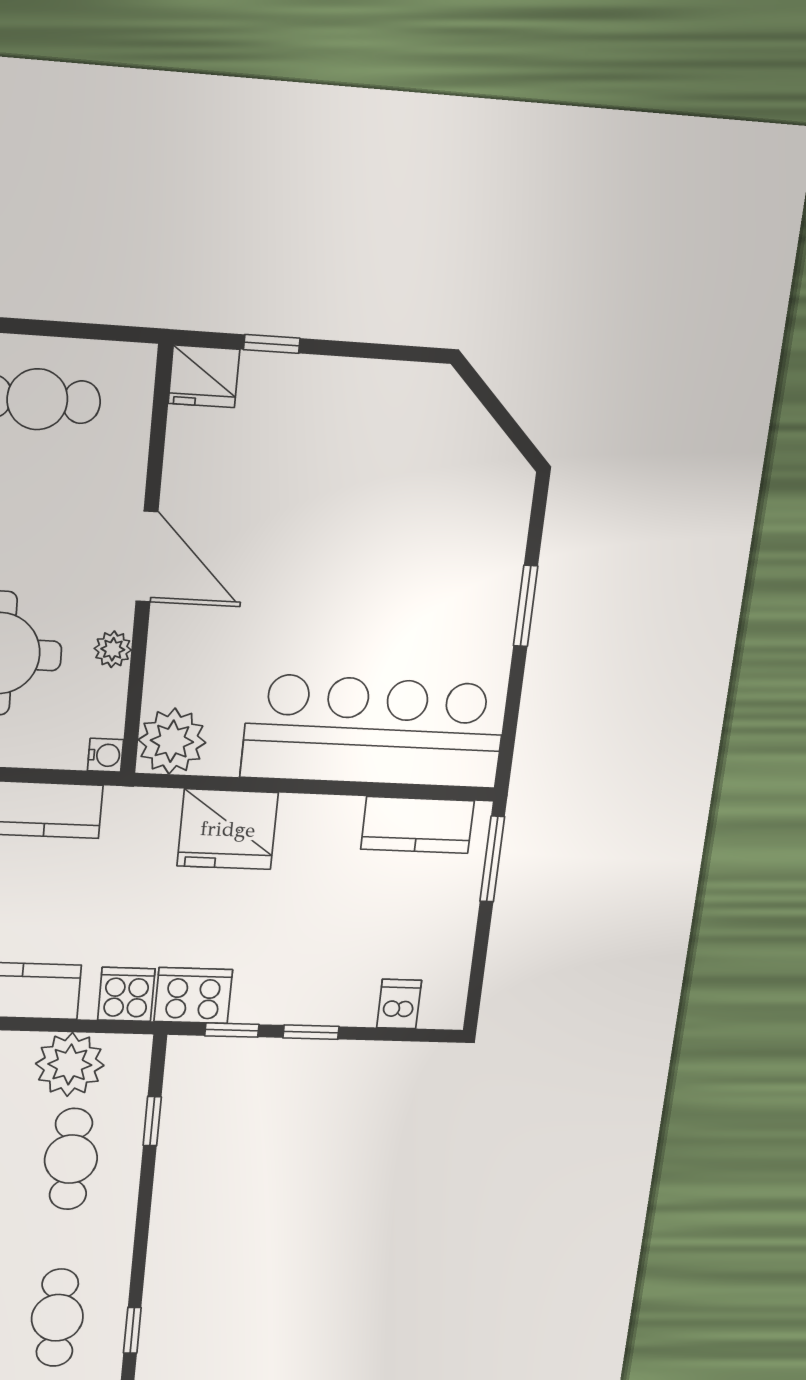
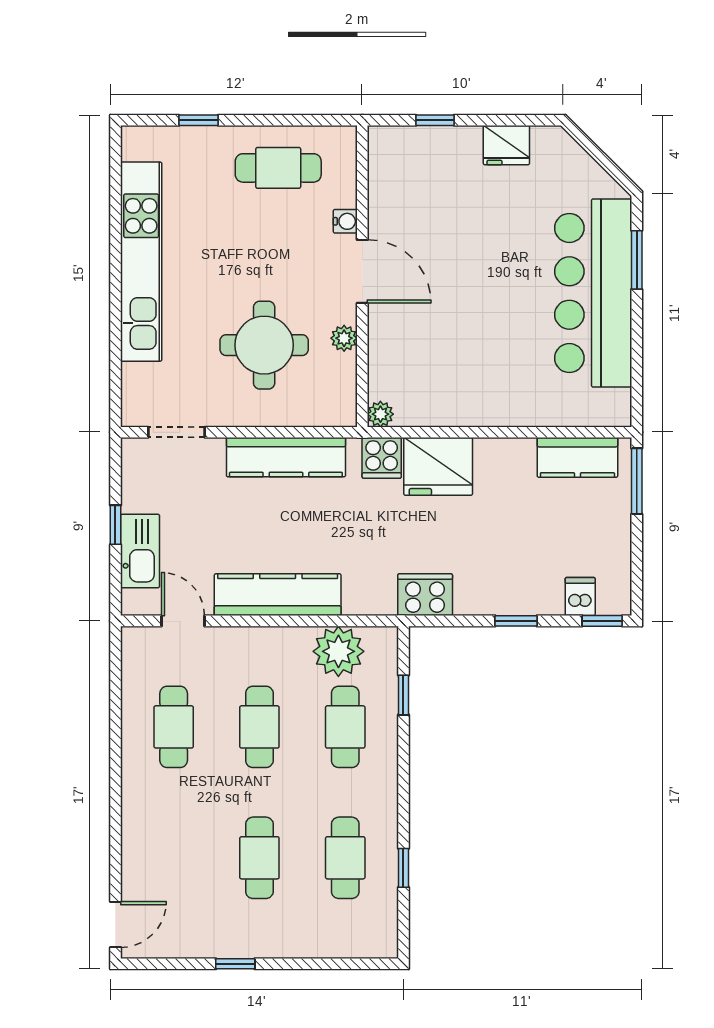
fridge: (204, 376) -> (506, 145), moved
window: (526, 606) -> (637, 260), moved
bar counter: (374, 731) -> (593, 293), moved, turned -90
plant: (172, 741) -> (380, 414), width x0.53, depth x0.53
water cooler: (105, 755) -> (345, 221), moved
cooker: (126, 994) -> (382, 458), moved, turned 180
window: (232, 1030) -> (602, 621), moved

